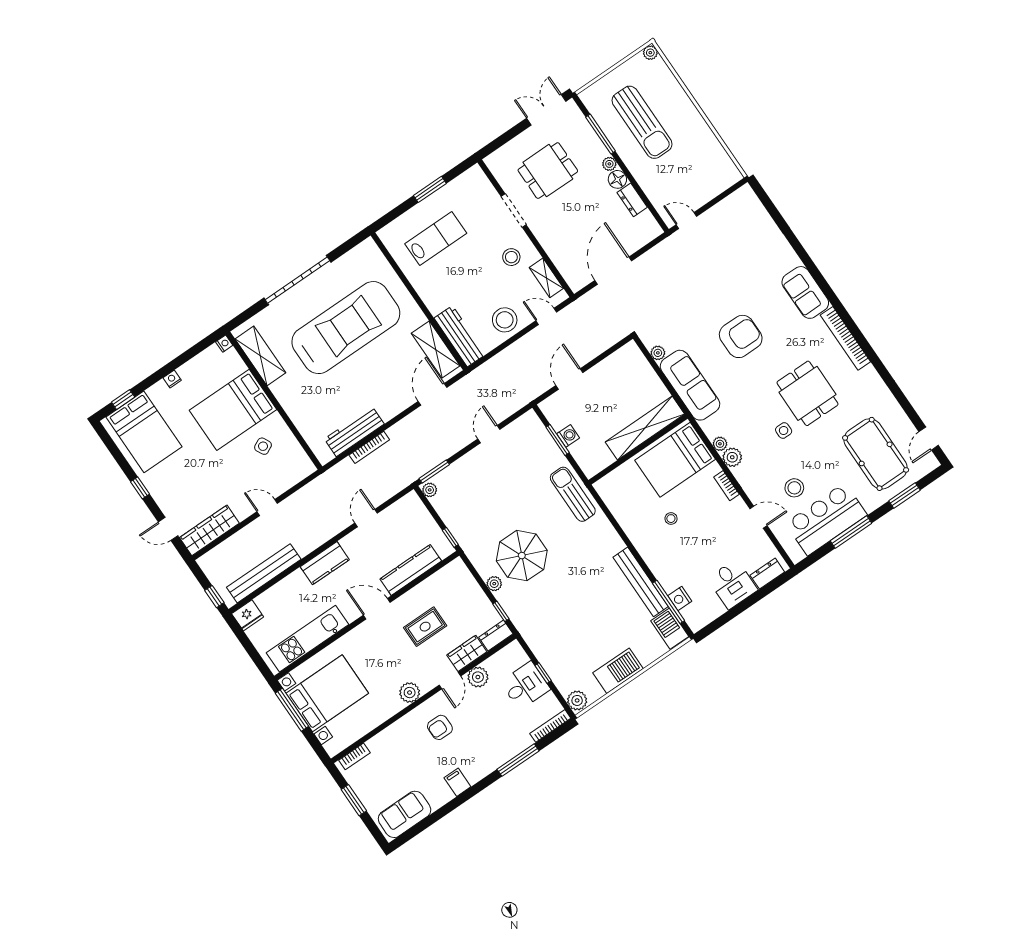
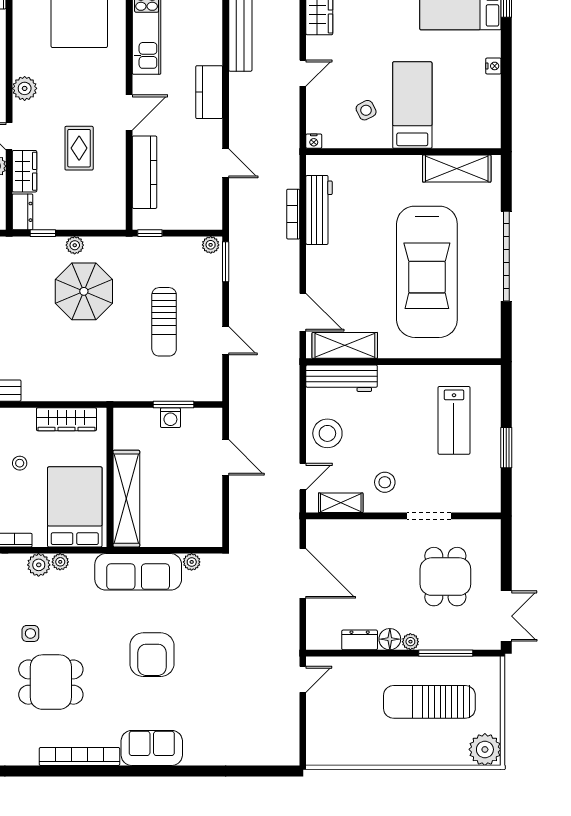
plant: (650, 53) -> (485, 749), width x1.88, depth x1.88
nightstand: (224, 344) -> (314, 141), moved
bed: (233, 410) -> (412, 105), width x0.67
sun lounger: (573, 494) -> (164, 322), moved, turned 90
wardrobe: (618, 507) -> (66, 419), added

